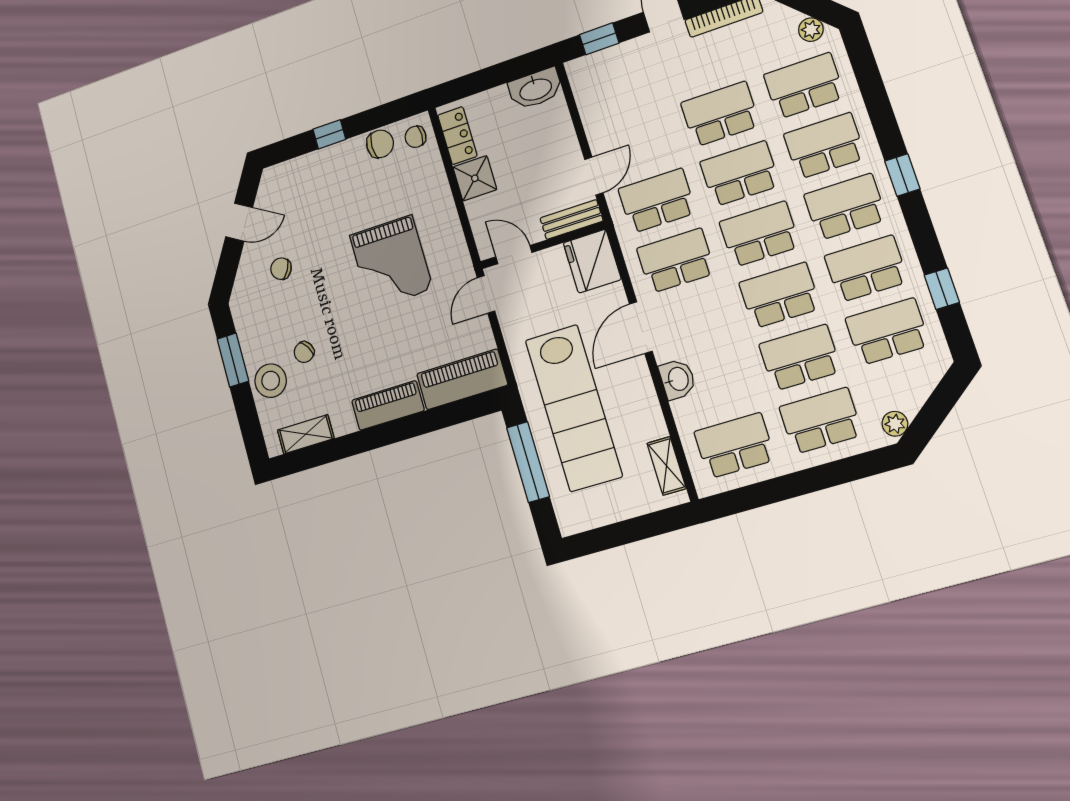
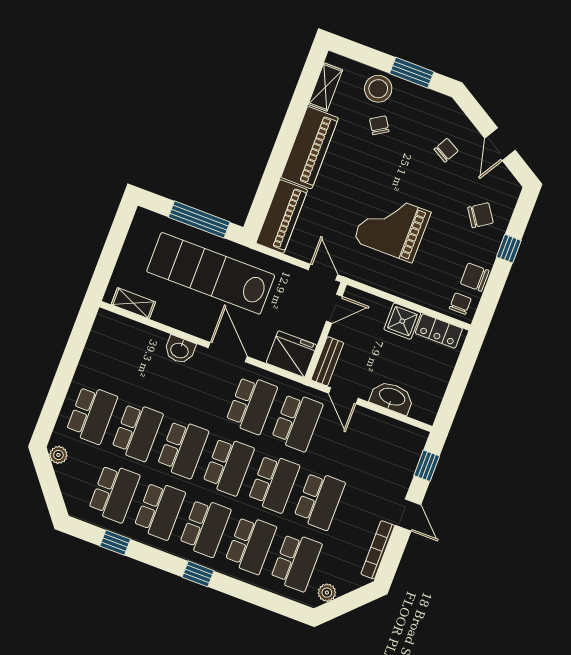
washbasin: (535, 89) -> (392, 397), moved, turned 90
chair: (380, 144) -> (475, 277), turned 90
chair: (318, 187) -> (480, 215), added
piano: (388, 405) -> (310, 148), width x1.37, depth x1.33
school desk: (735, 446) -> (115, 353), removed

